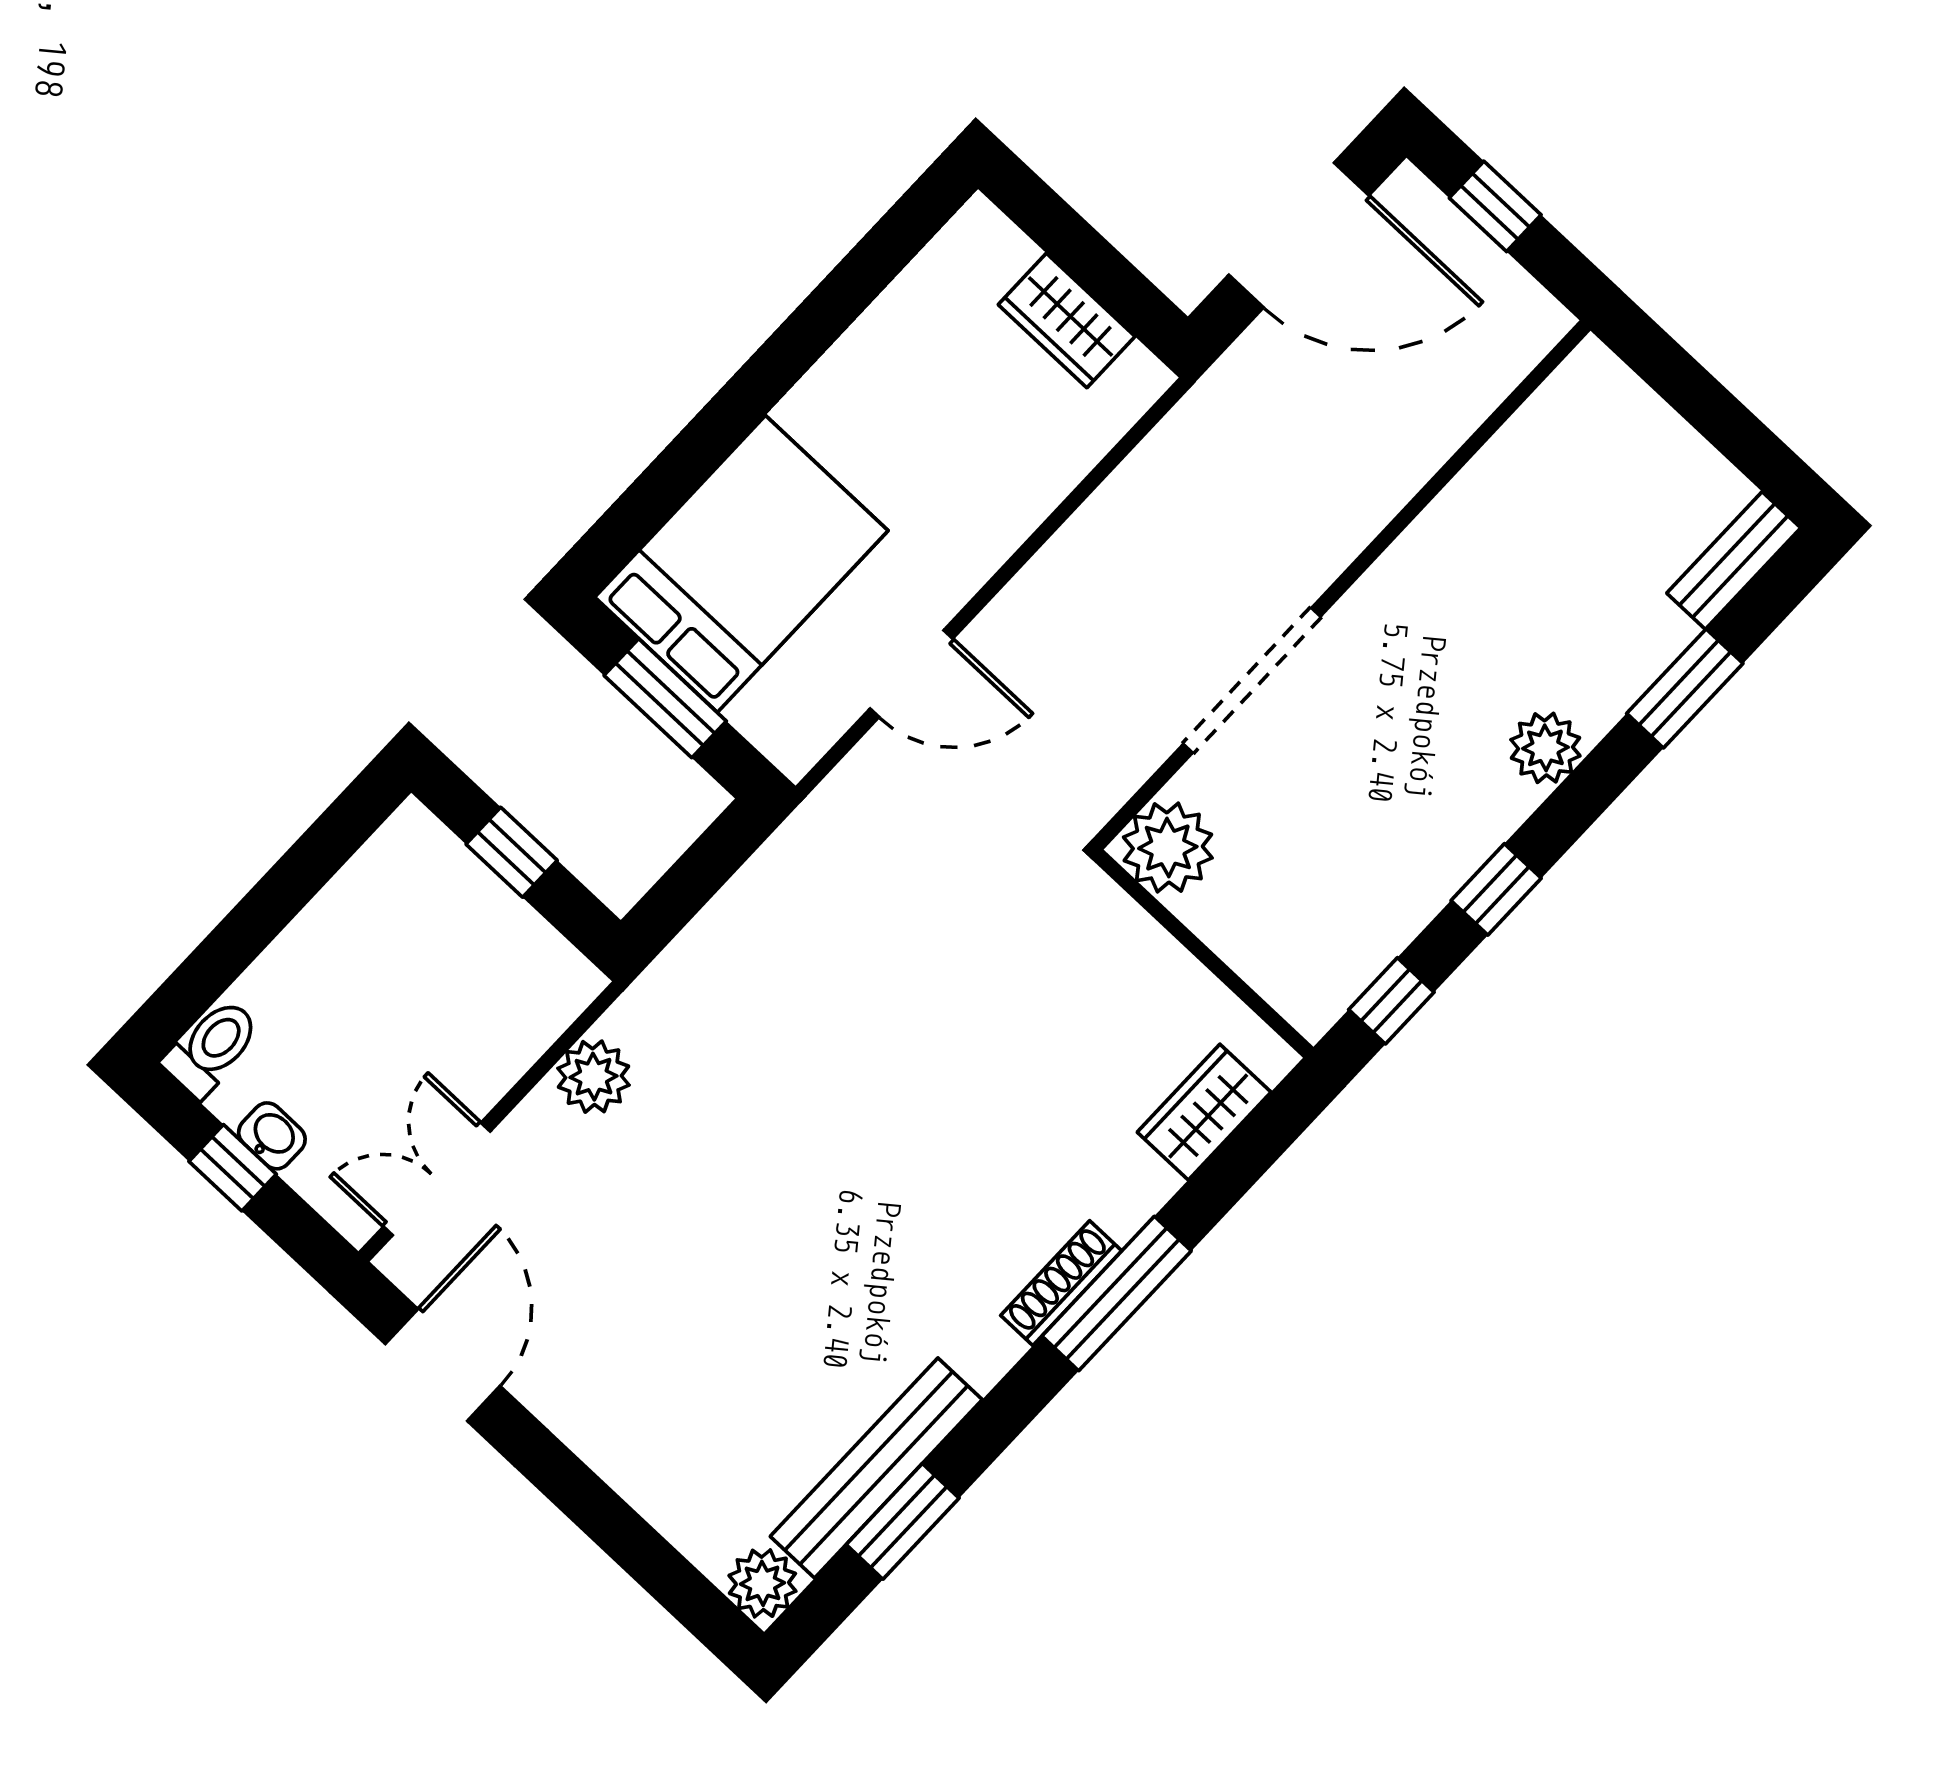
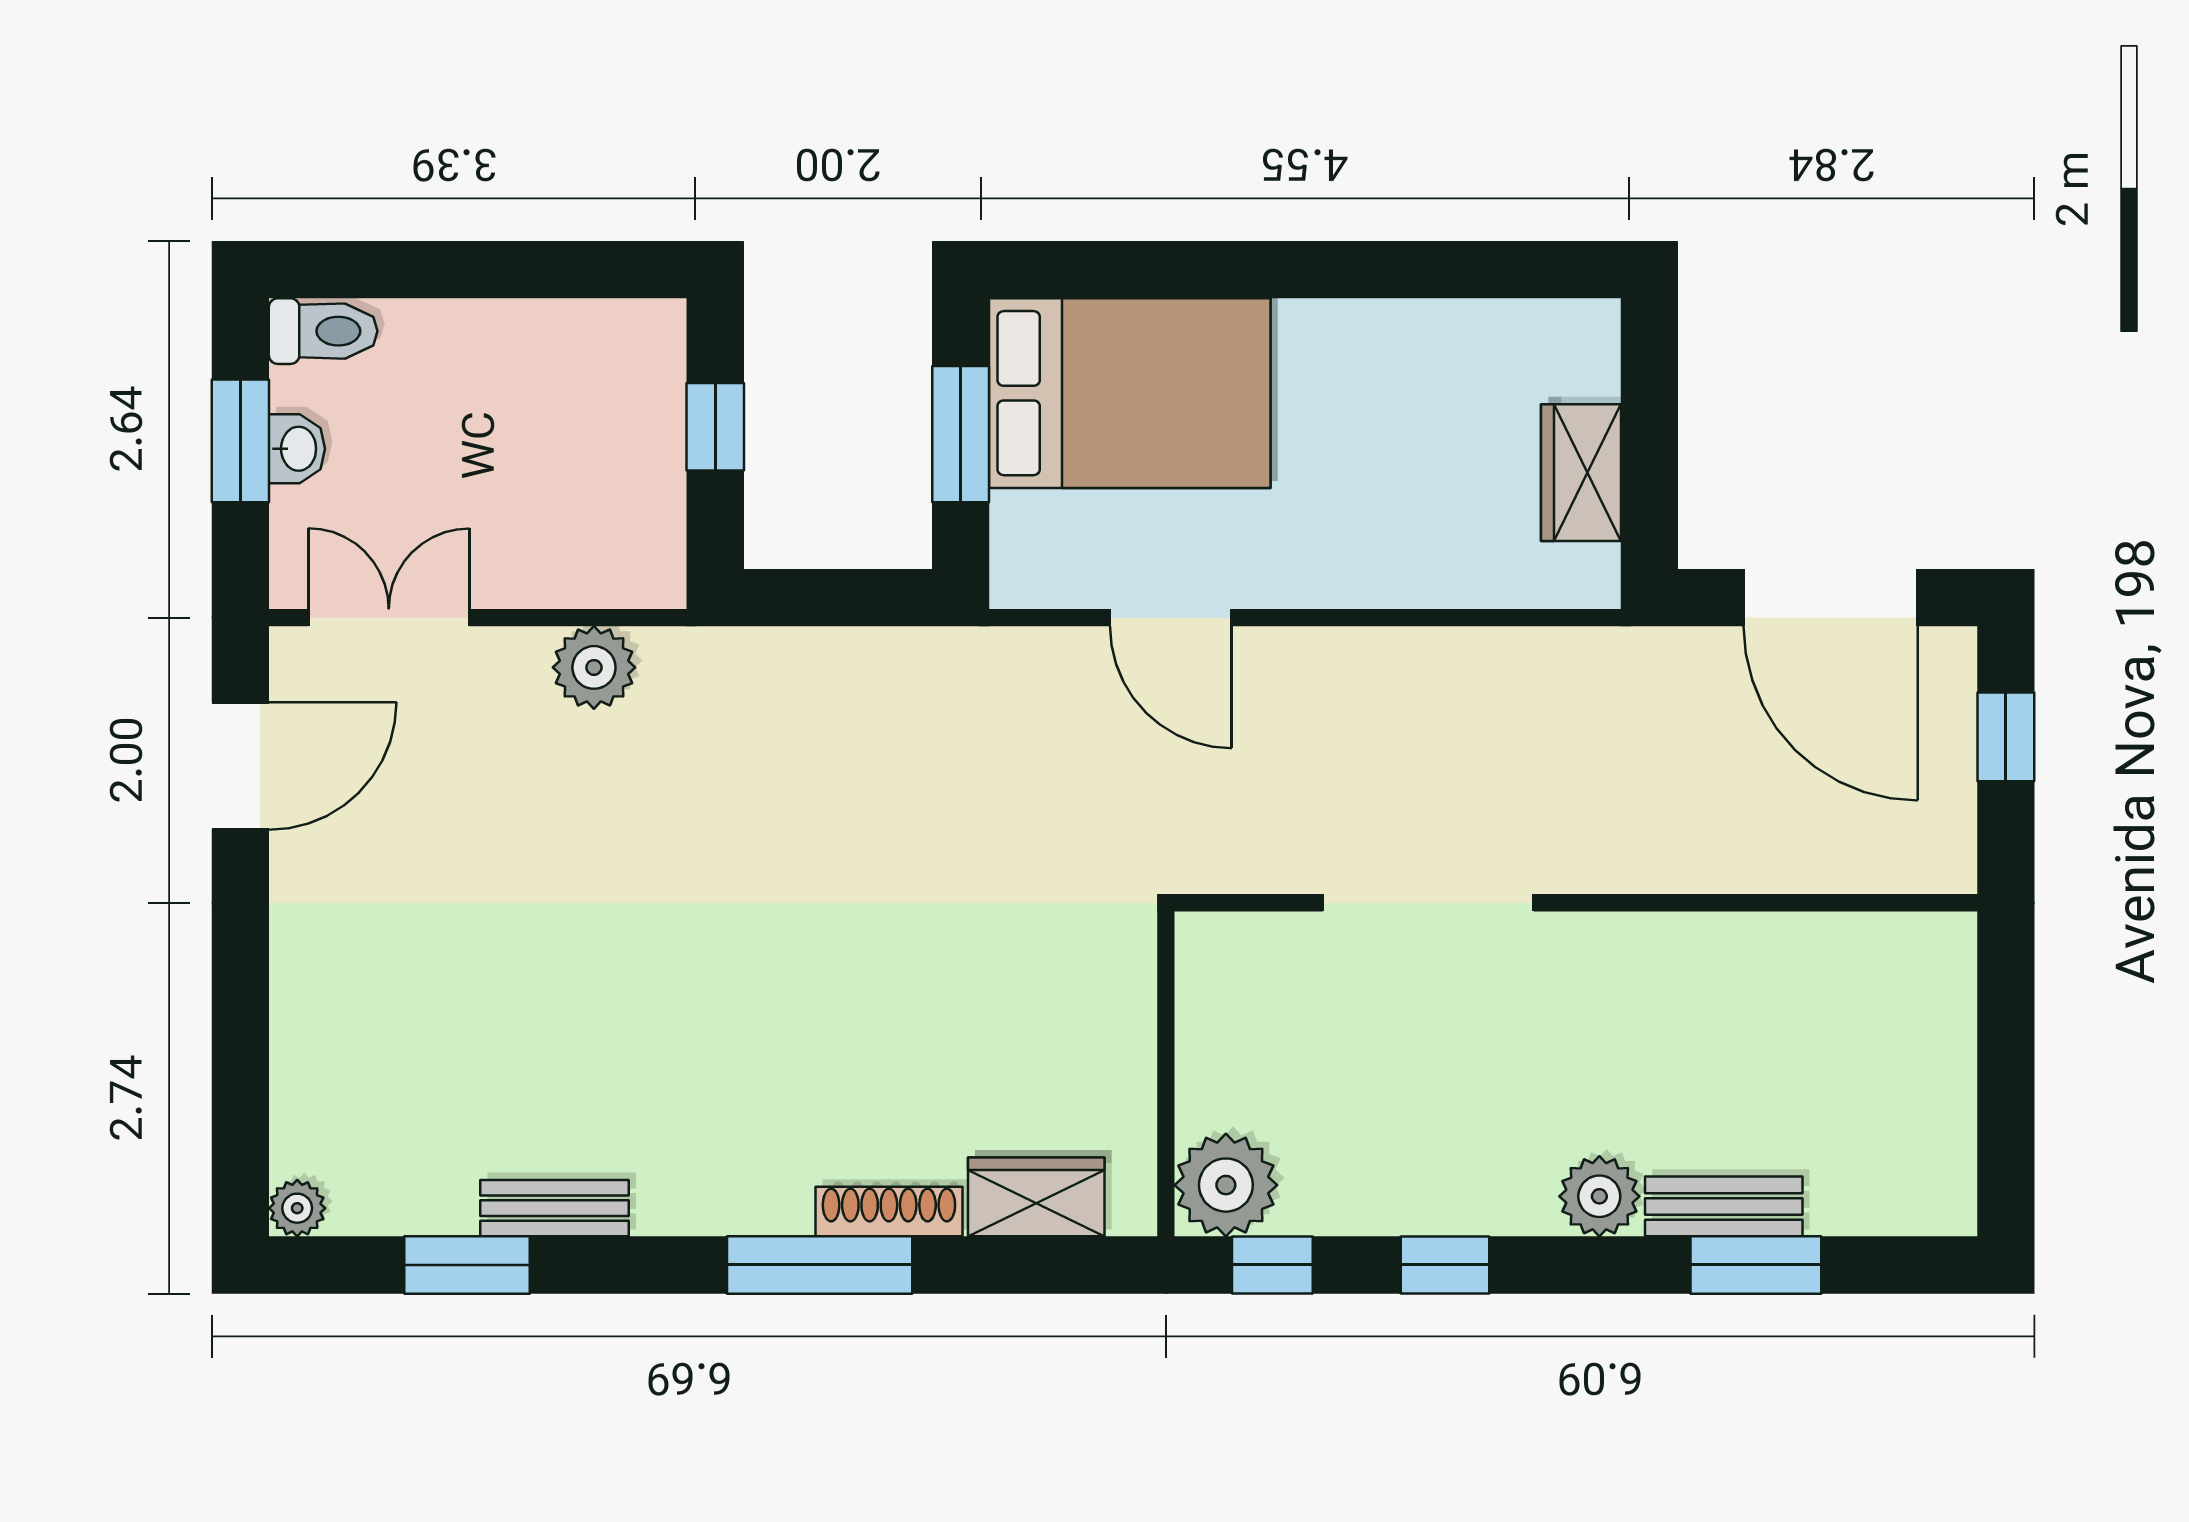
bench: (1734, 561) -> (1724, 1206), moved
plant: (1168, 847) -> (1226, 1185), moved
window: (233, 1168) -> (240, 441), width x1.50
shoe rack: (1061, 1283) -> (889, 1212), moved
bench: (876, 1468) -> (555, 1208), width x0.54, depth x0.82
plant: (762, 1583) -> (297, 1208), width x0.73, depth x0.73

